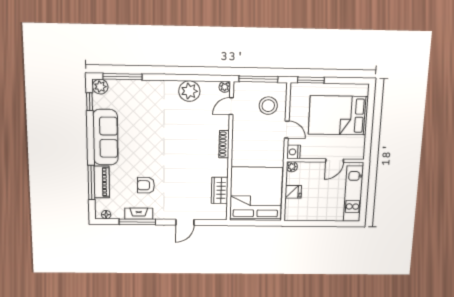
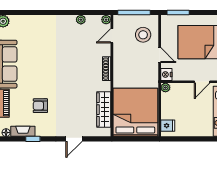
window: (122, 77) -> (21, 13), removed
plant: (189, 91) -> (81, 20), width x0.53, depth x0.53
wardrobe: (220, 190) -> (104, 110), width x1.50
fridge: (293, 192) -> (168, 126), moved
fireplace: (139, 214) -> (23, 131), moved
window: (137, 222) -> (33, 139), width x0.46

